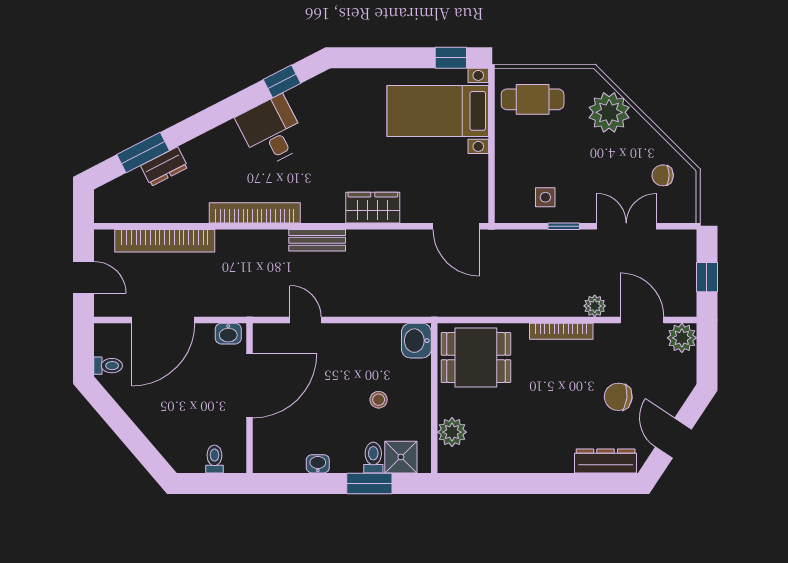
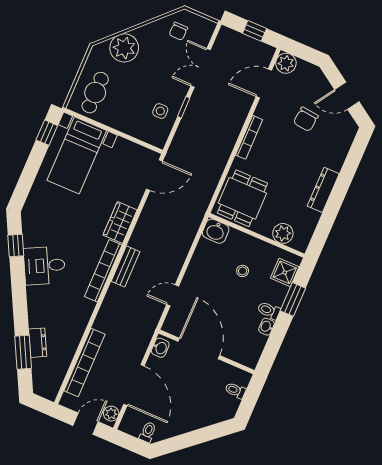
bookcase: (255, 213) -> (103, 271), moved
plant: (595, 306) -> (111, 414), moved
toilet: (373, 458) -> (269, 310), moved
dresser: (606, 461) -> (323, 190), moved

